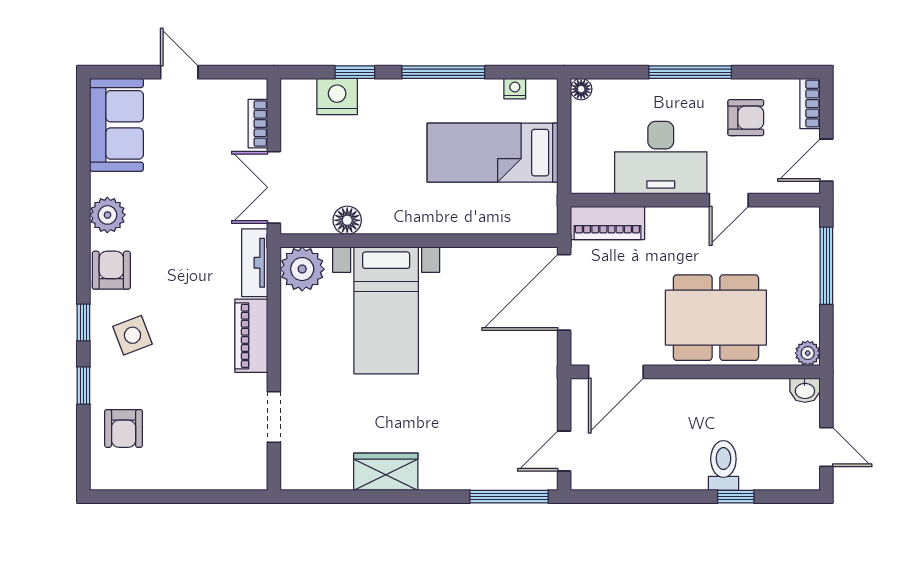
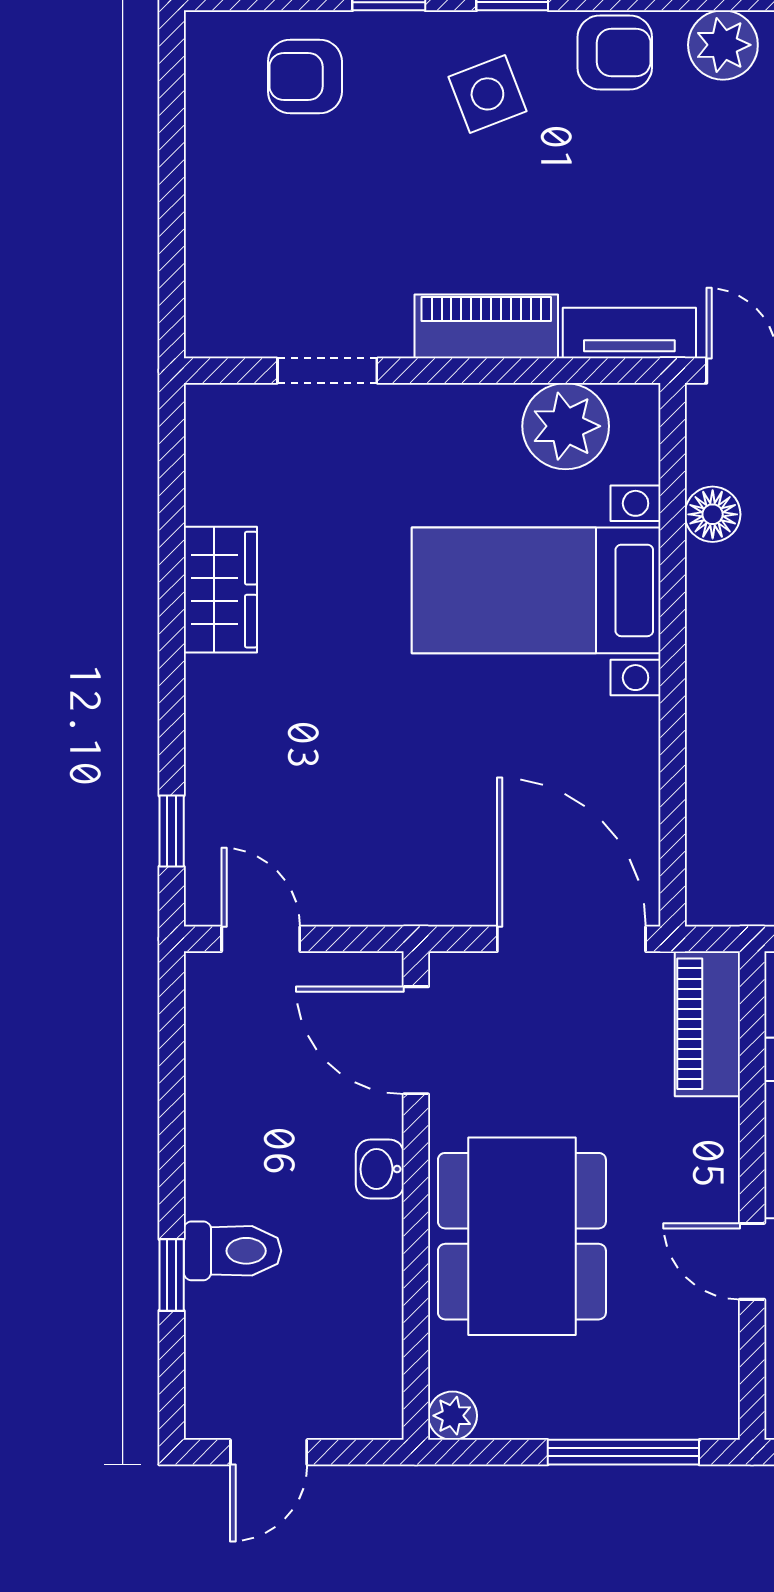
plant: (302, 269) -> (566, 426), moved
washbasin: (805, 390) -> (380, 1169), moved
window: (509, 497) -> (172, 831), width x0.46

